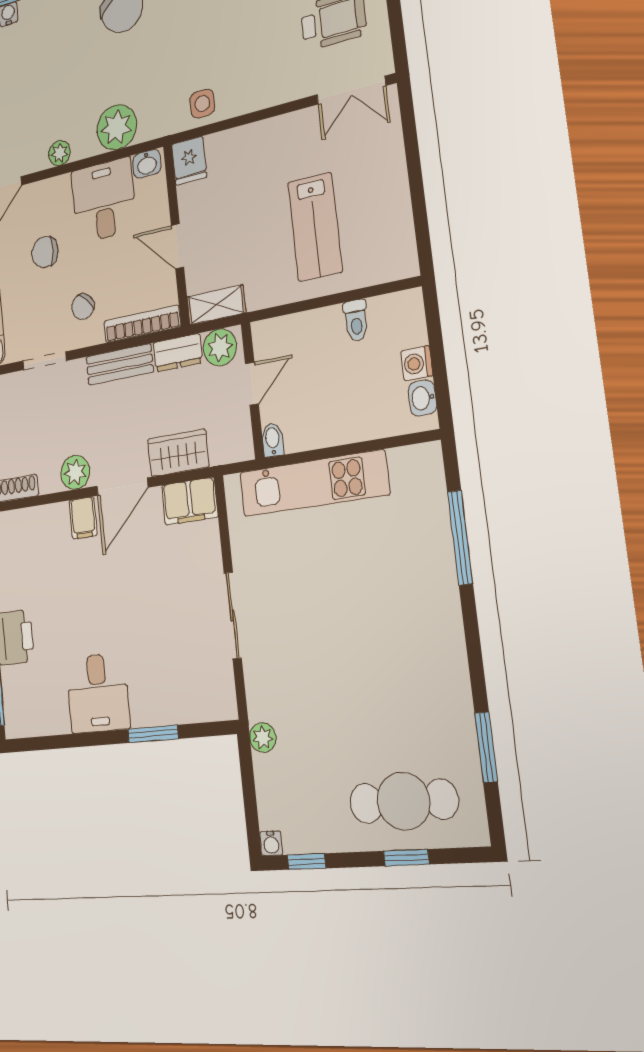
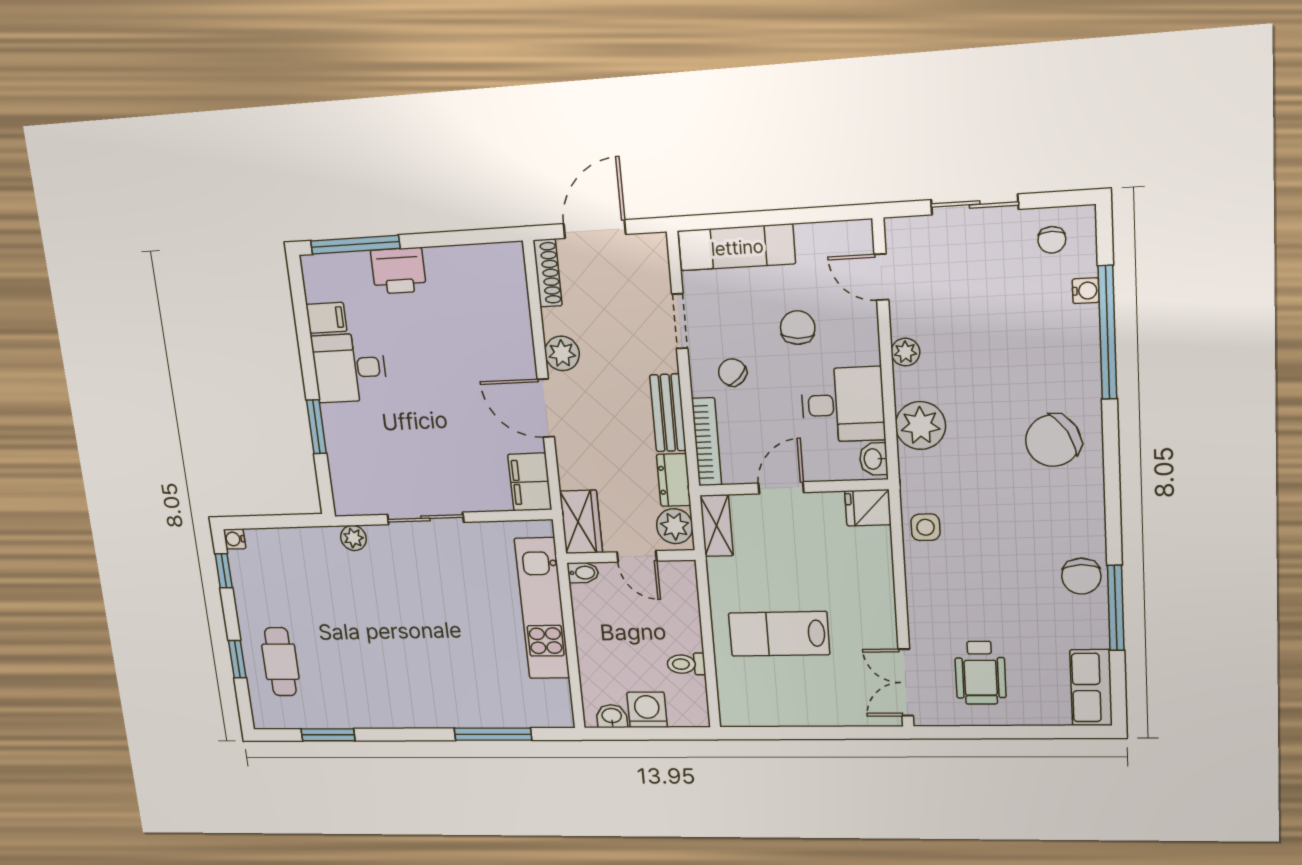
washing machine: (417, 363) -> (647, 710), width x1.38, depth x1.38
wardrobe: (178, 453) -> (581, 522), moved
filing cabinet: (83, 518) -> (326, 318), moved, turned 180
plant: (263, 738) -> (353, 538), moved
cafe table: (404, 801) -> (280, 662), width x0.73, depth x0.74

